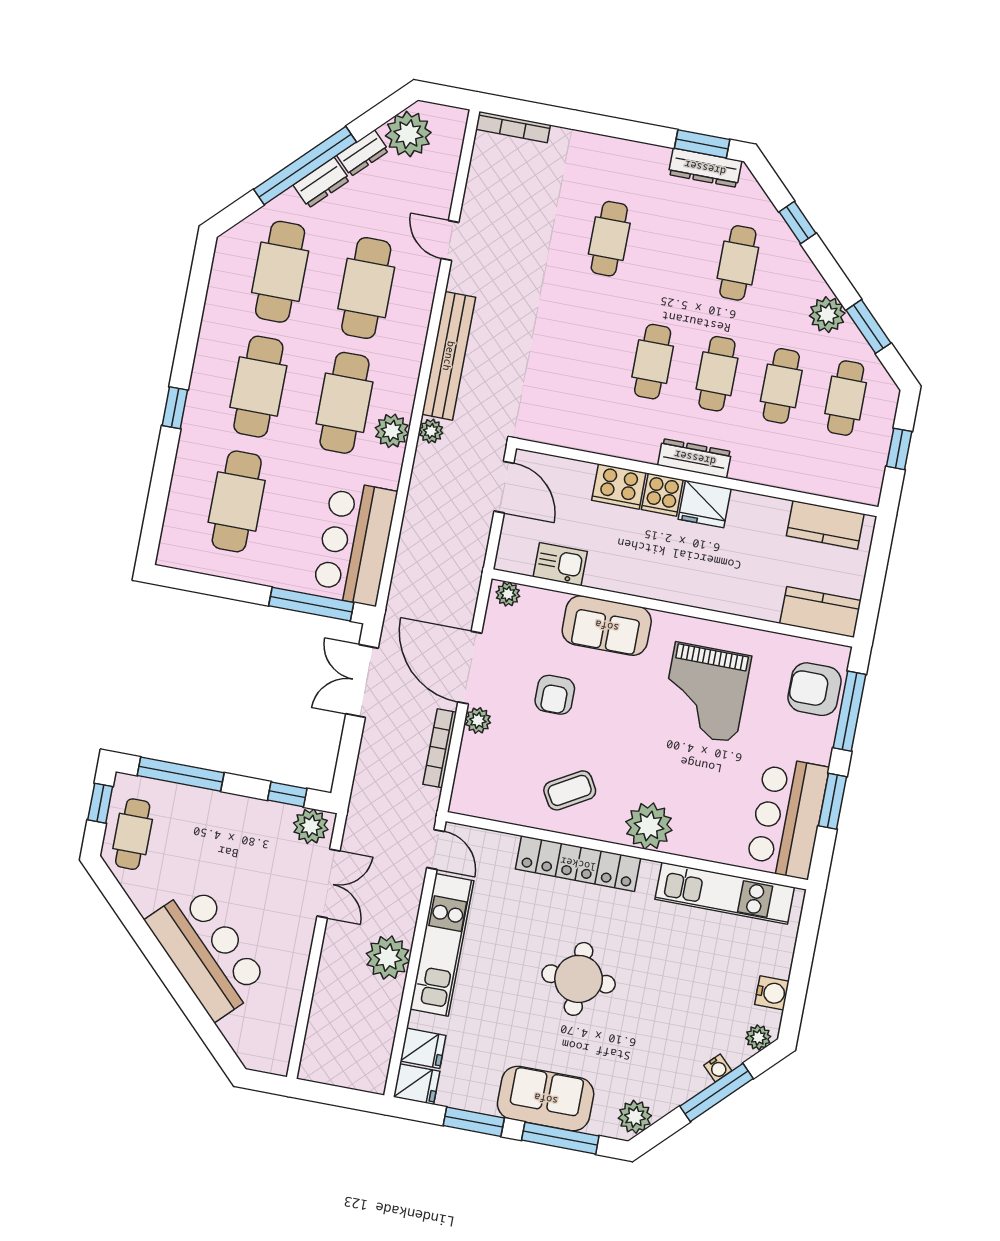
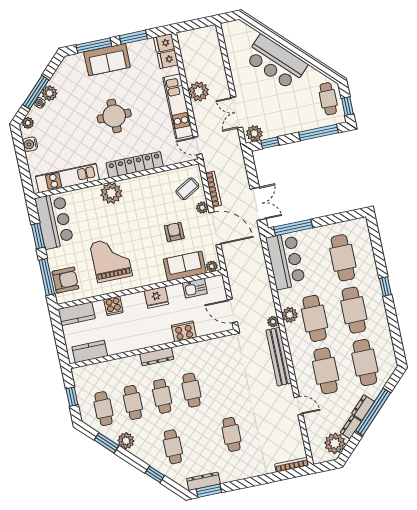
cooker: (662, 495) -> (113, 306), moved, turned 180
fridge: (705, 504) -> (156, 297), moved, turned 180
sofa: (607, 626) -> (185, 266), moved
coffee table: (570, 790) -> (187, 189), moved
plant: (635, 1117) -> (49, 93), moved

